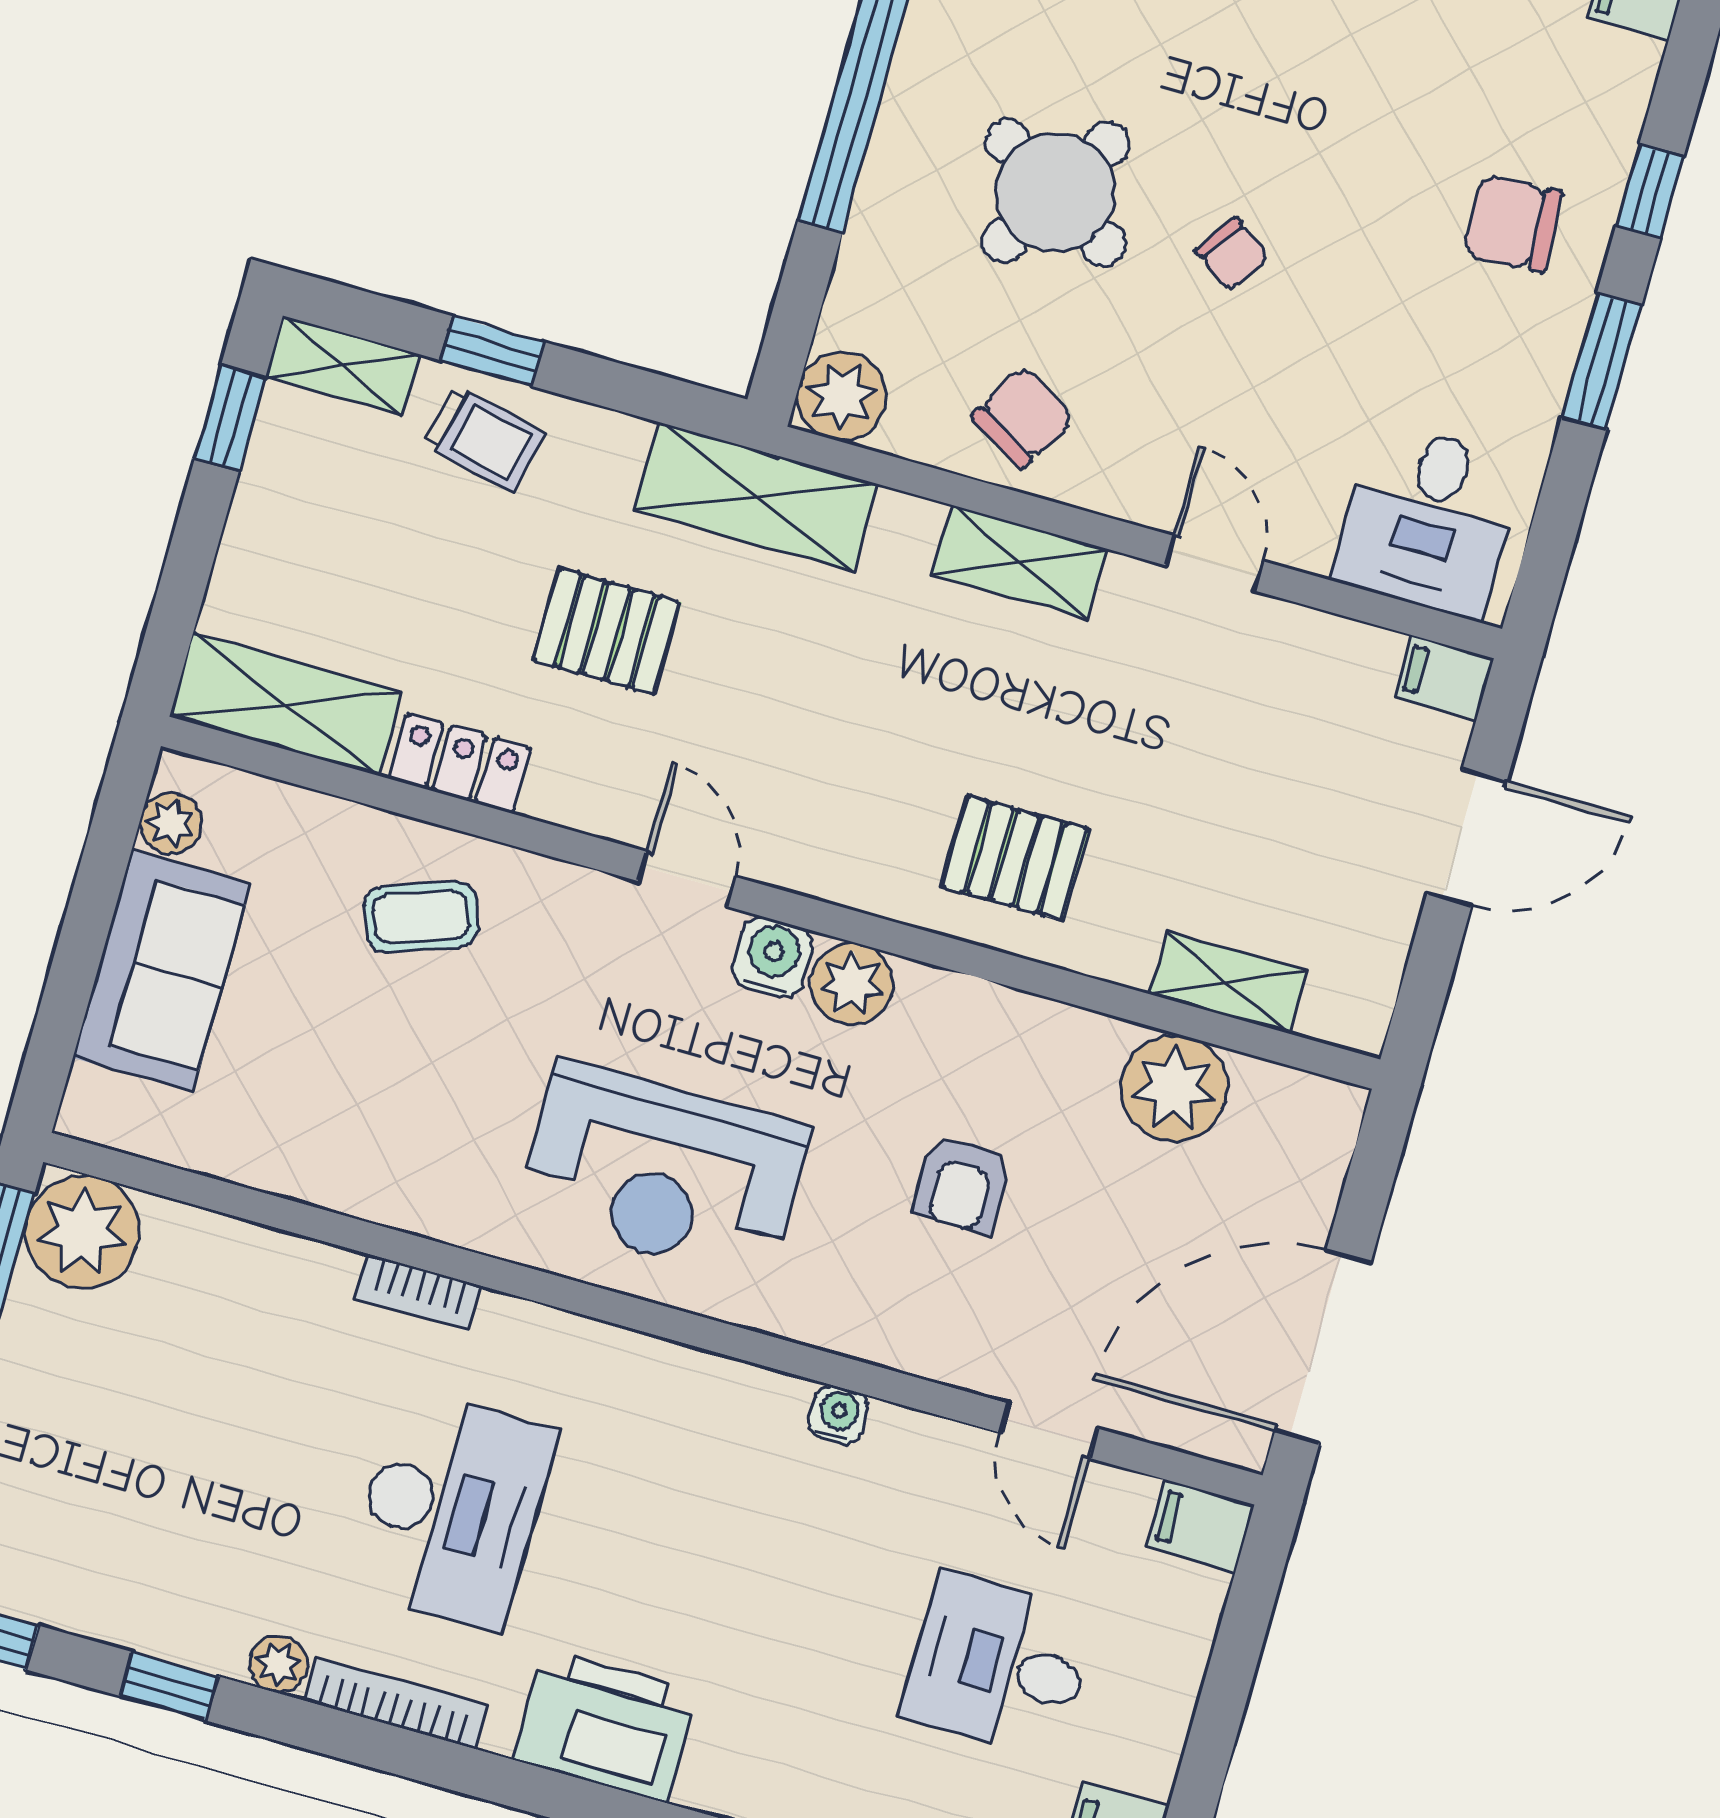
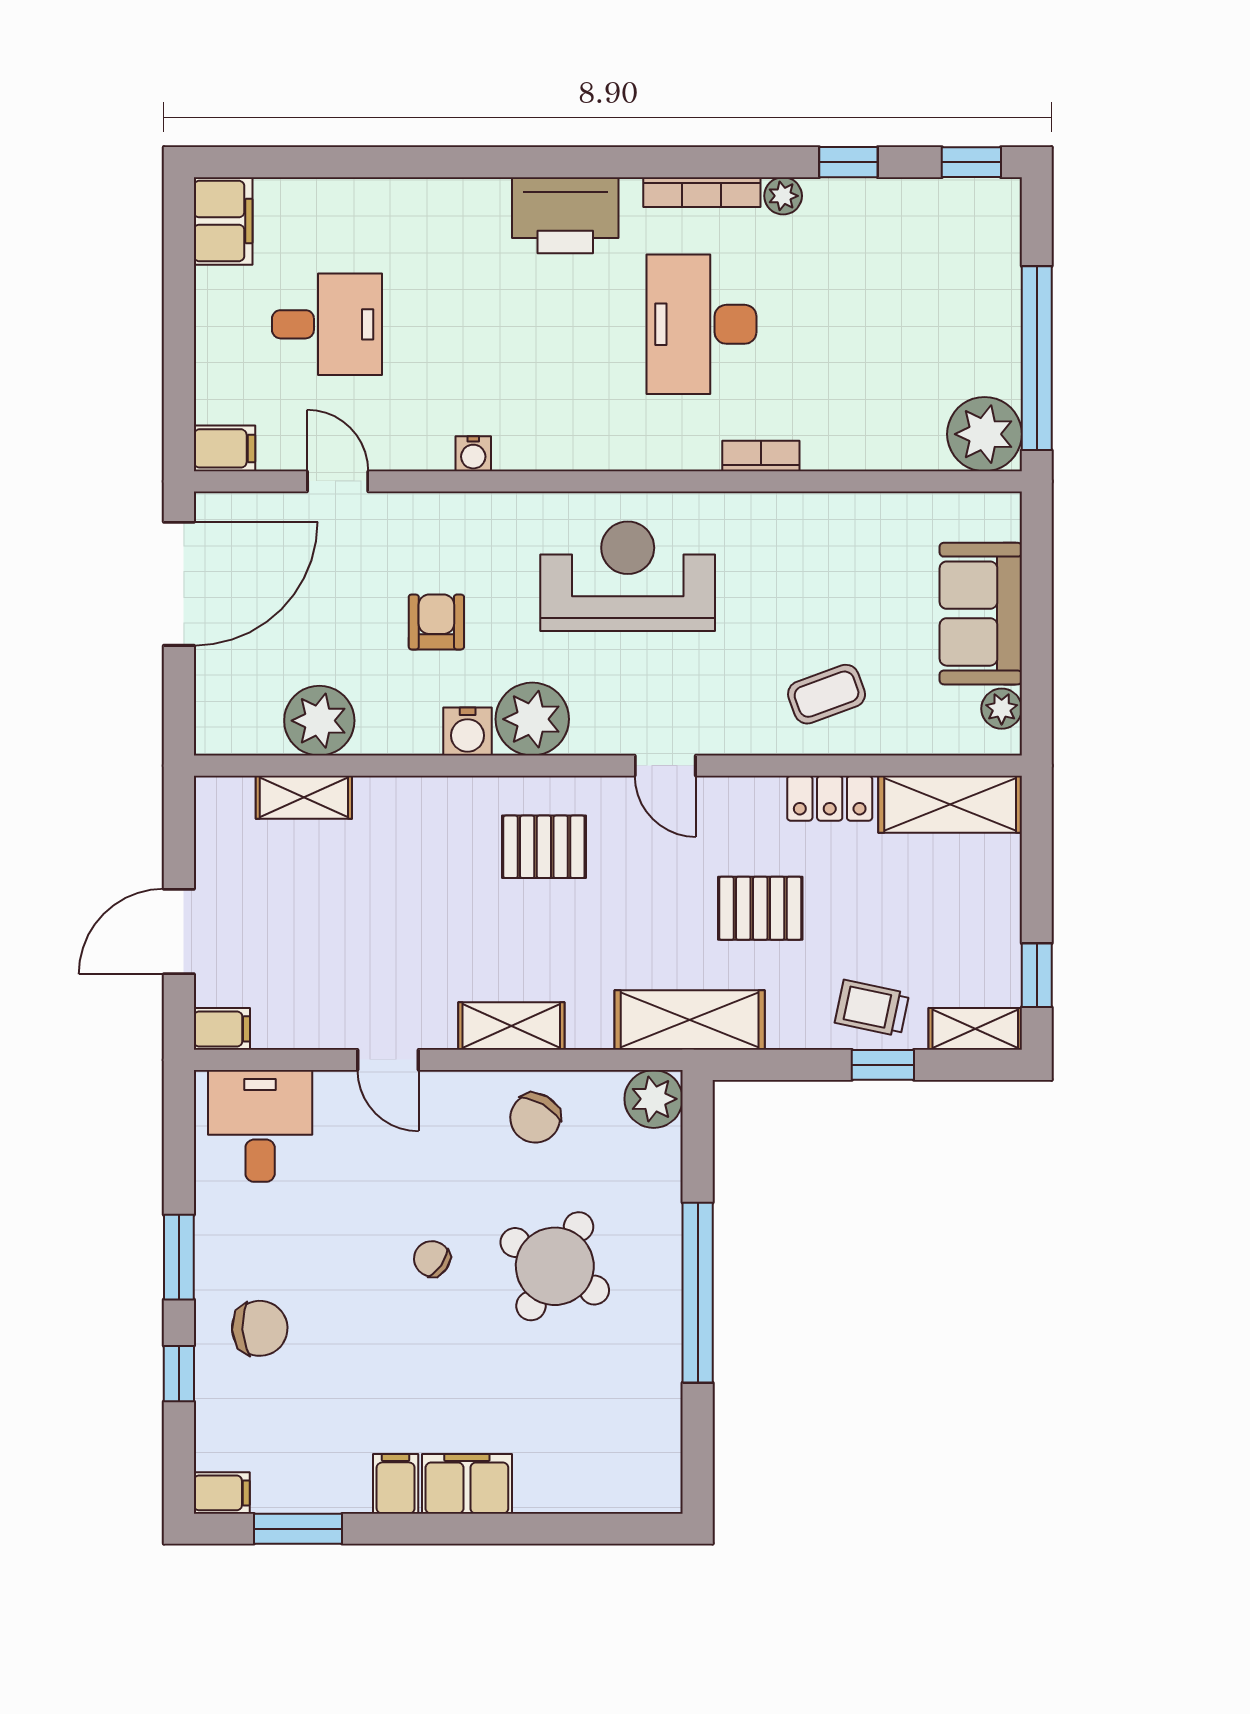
pallet: (1015, 858) -> (544, 847), moved
water cooler: (772, 957) -> (468, 732), moved
plant: (852, 984) -> (532, 719), width x1.36, depth x1.36

